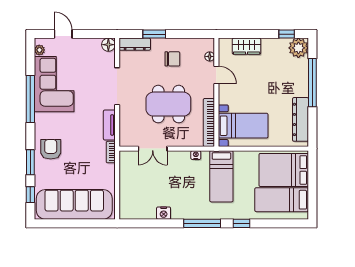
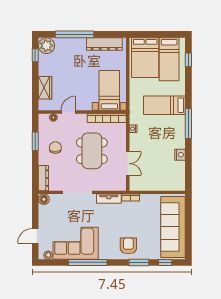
window: (154, 34) -> (35, 141), moved
armchair: (51, 149) -> (128, 246), turned 90
bed: (221, 176) -> (164, 105), moved, turned 180
window: (241, 223) -> (188, 60), moved

